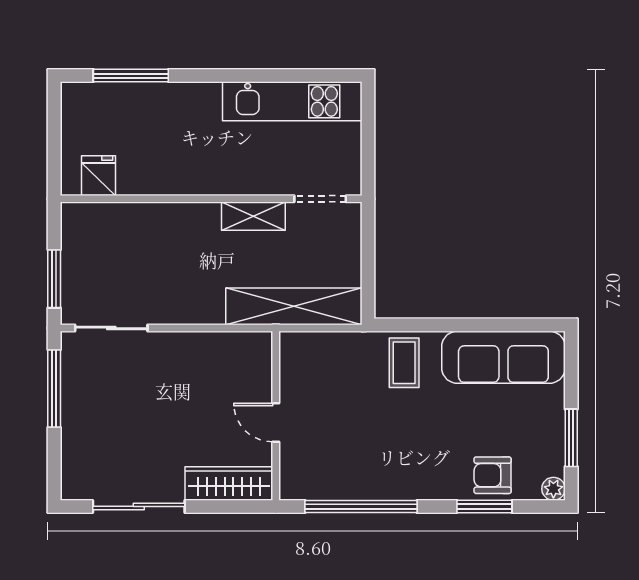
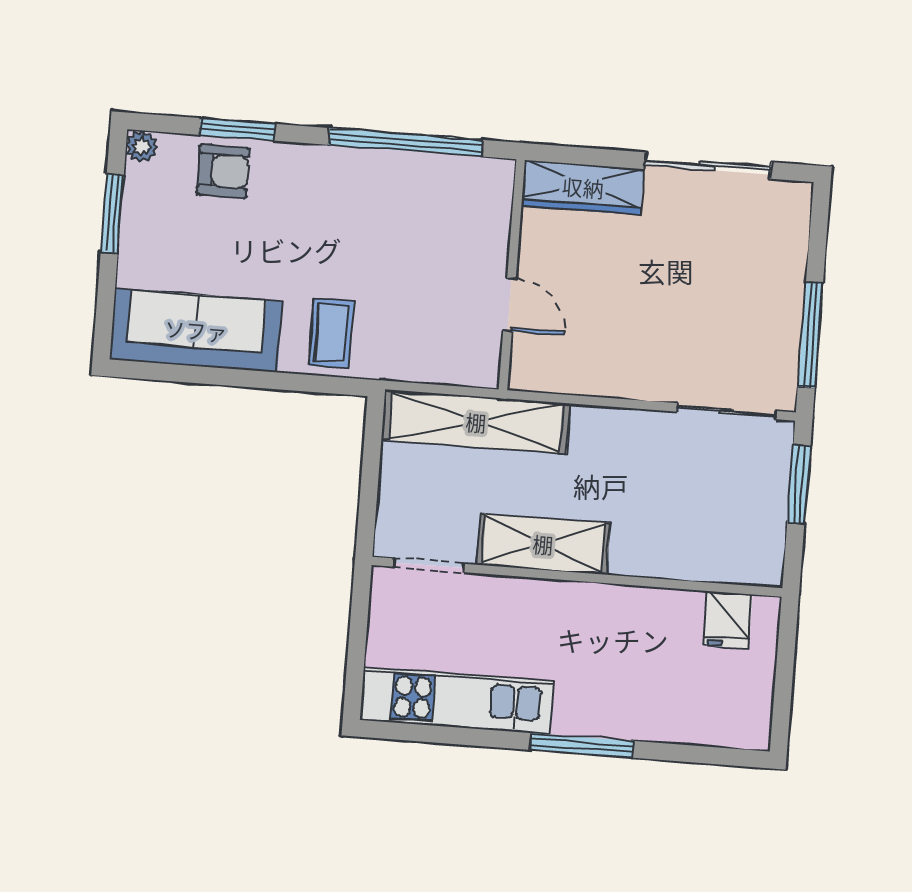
window: (131, 76) -> (581, 745), moved
shelving: (253, 216) -> (543, 544), width x1.50, depth x1.33
door: (276, 423) -> (509, 305), moved

